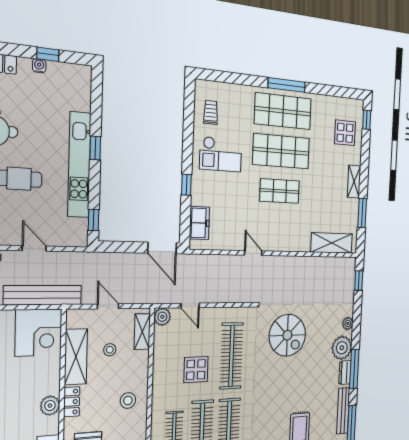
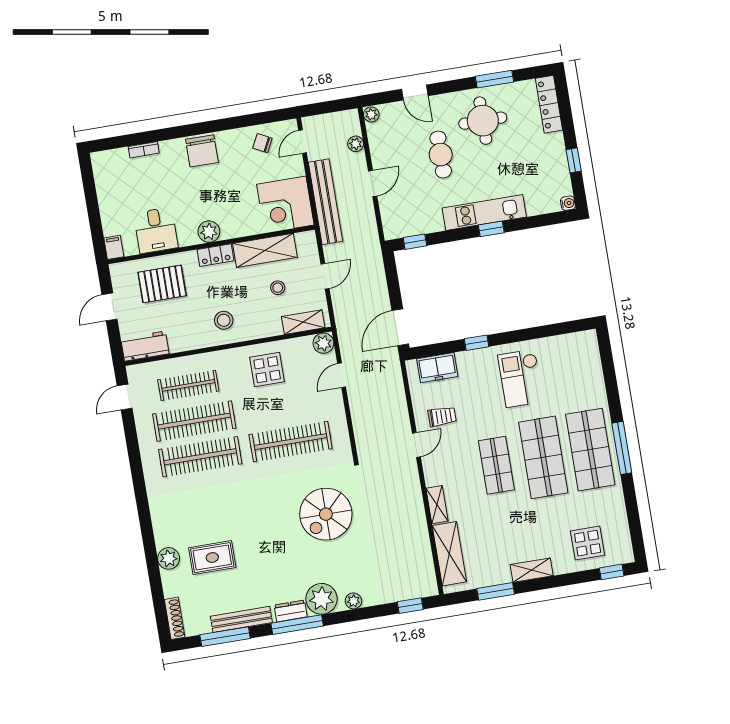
water cooler: (39, 66) -> (568, 203), moved
trolley: (211, 112) -> (442, 417), moved
kitchen unit: (79, 165) -> (484, 213), width x0.73
shelving: (298, 245) -> (437, 505), added
display table: (196, 370) -> (267, 370), moved

